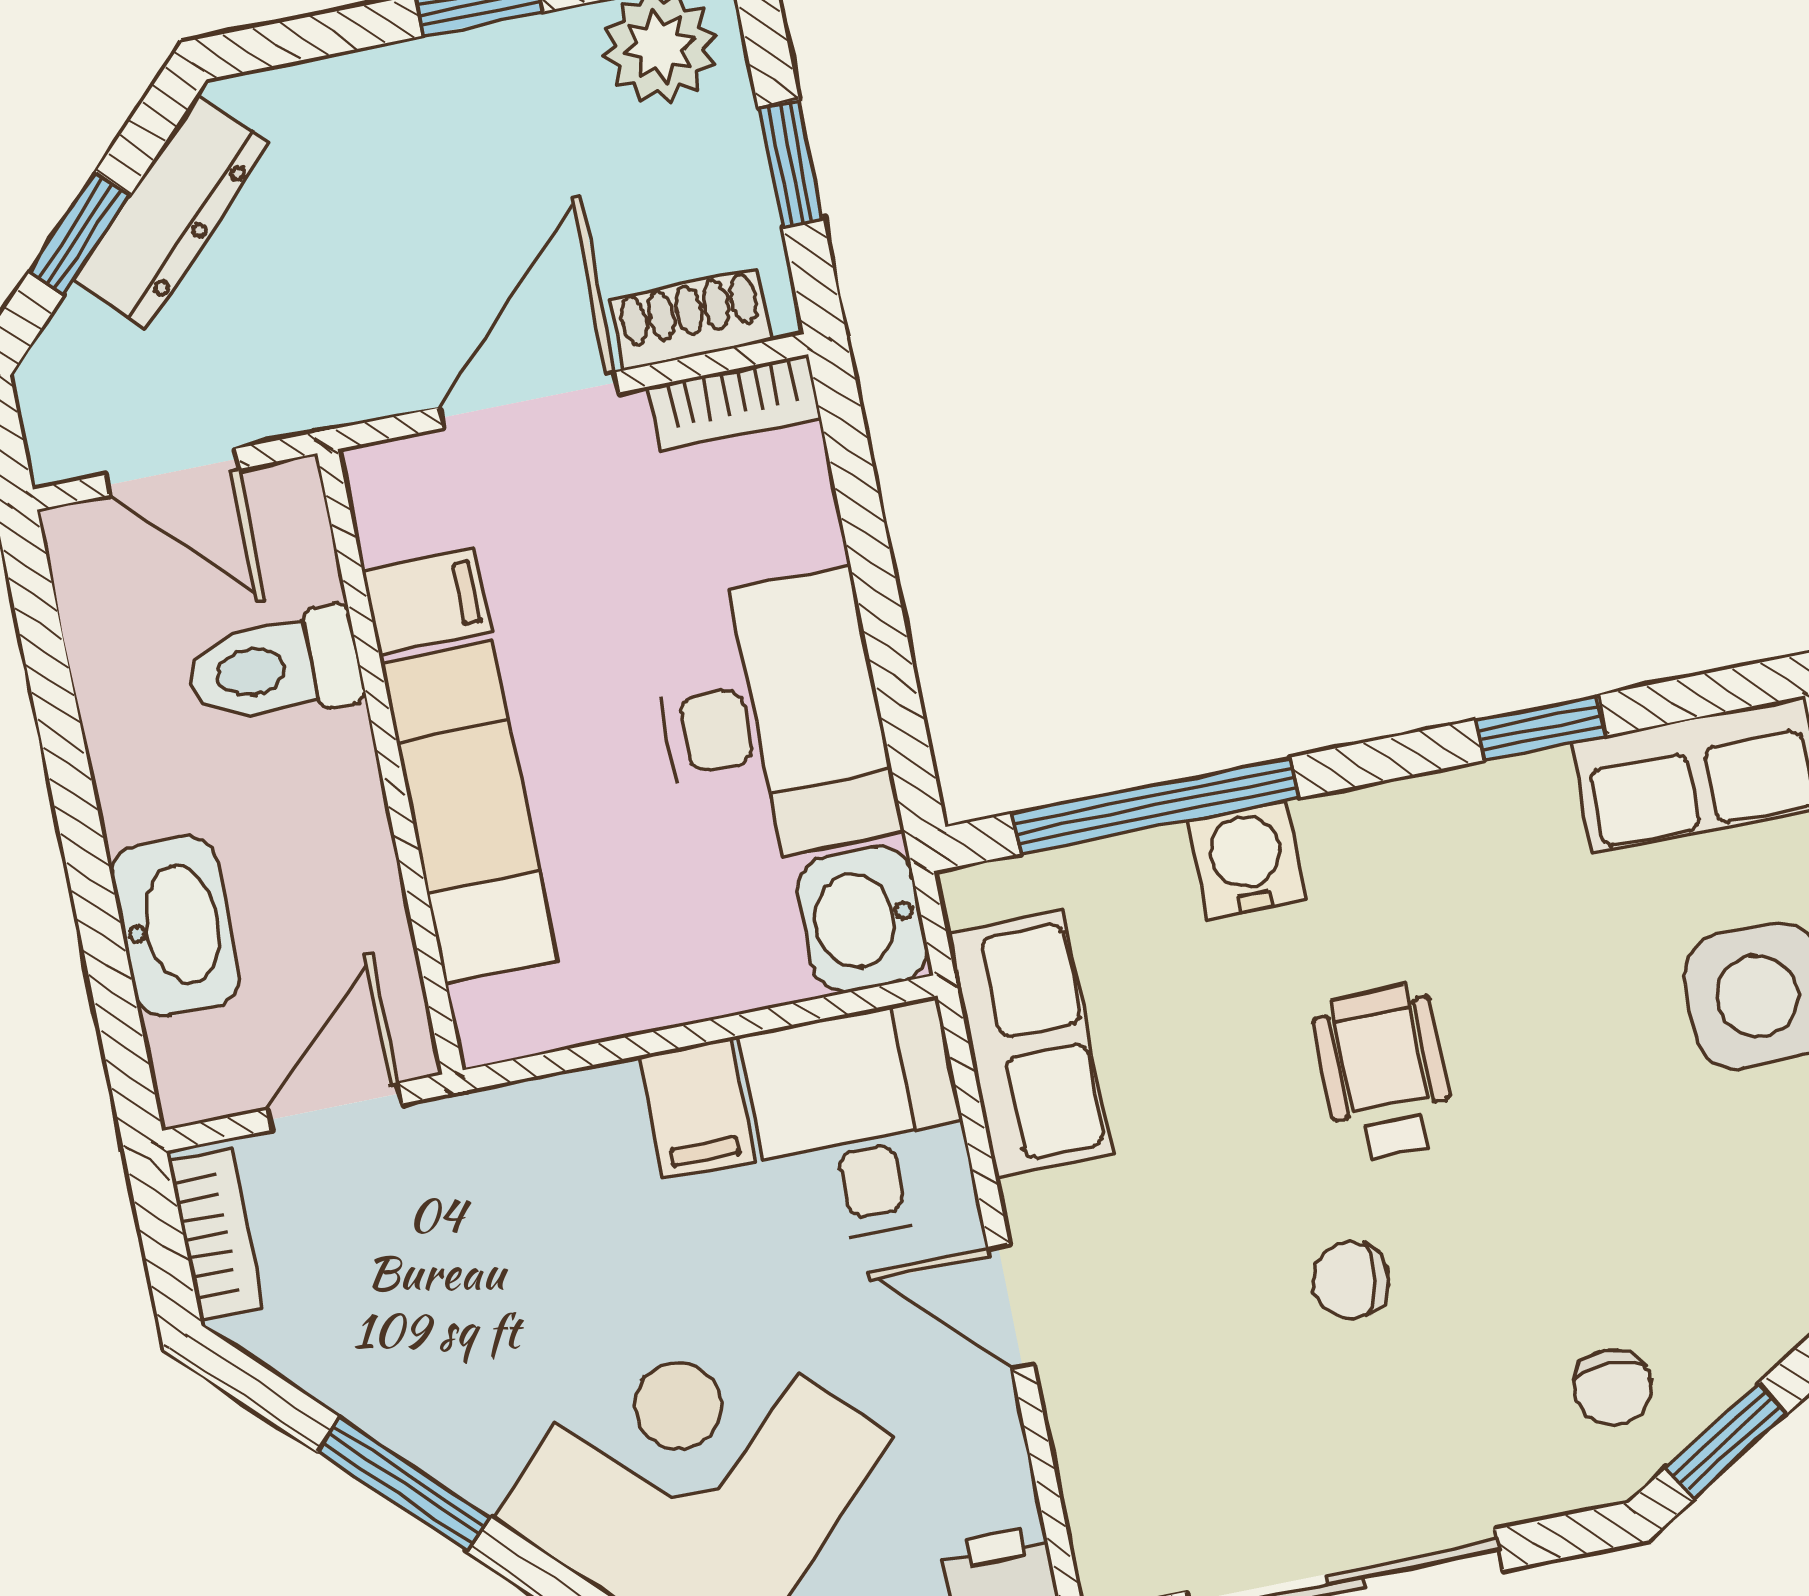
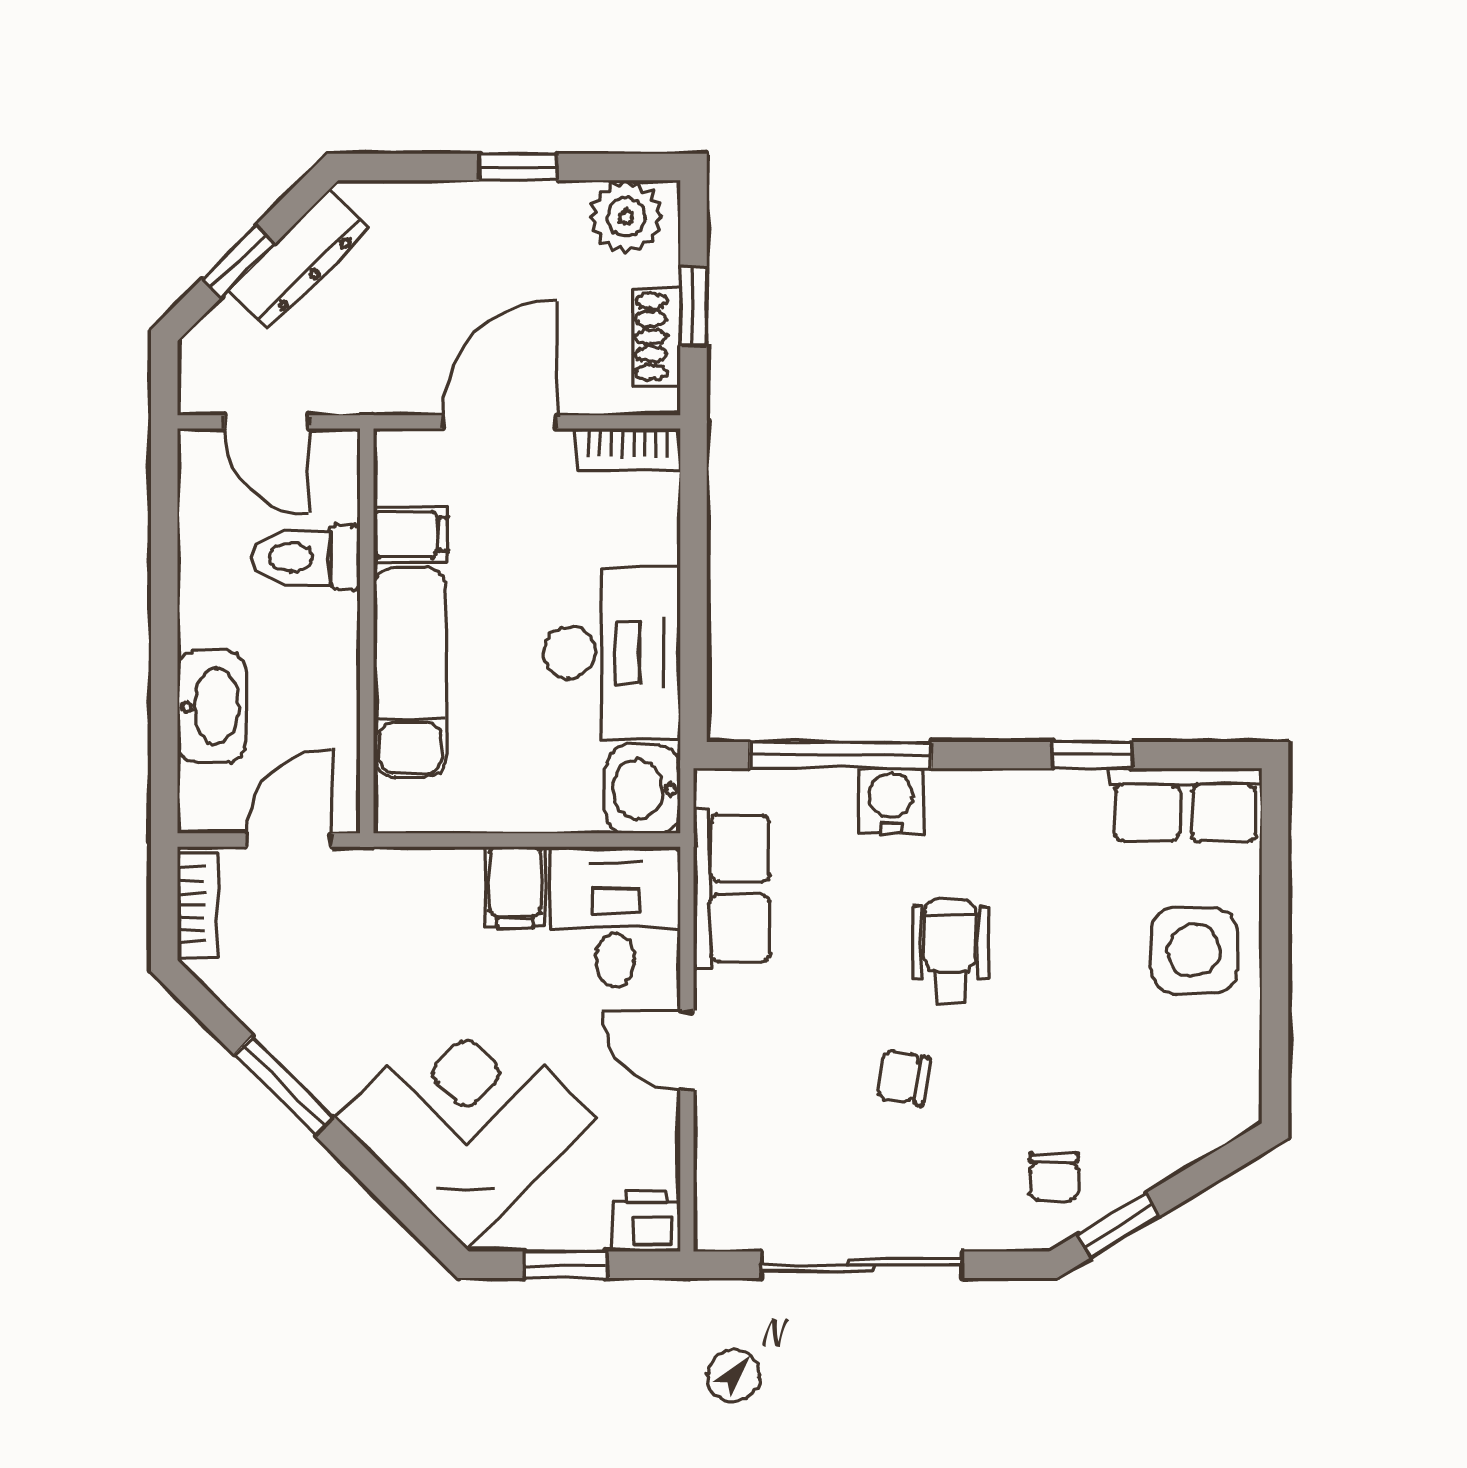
shoe rack: (691, 319) -> (657, 337), moved, turned -90

